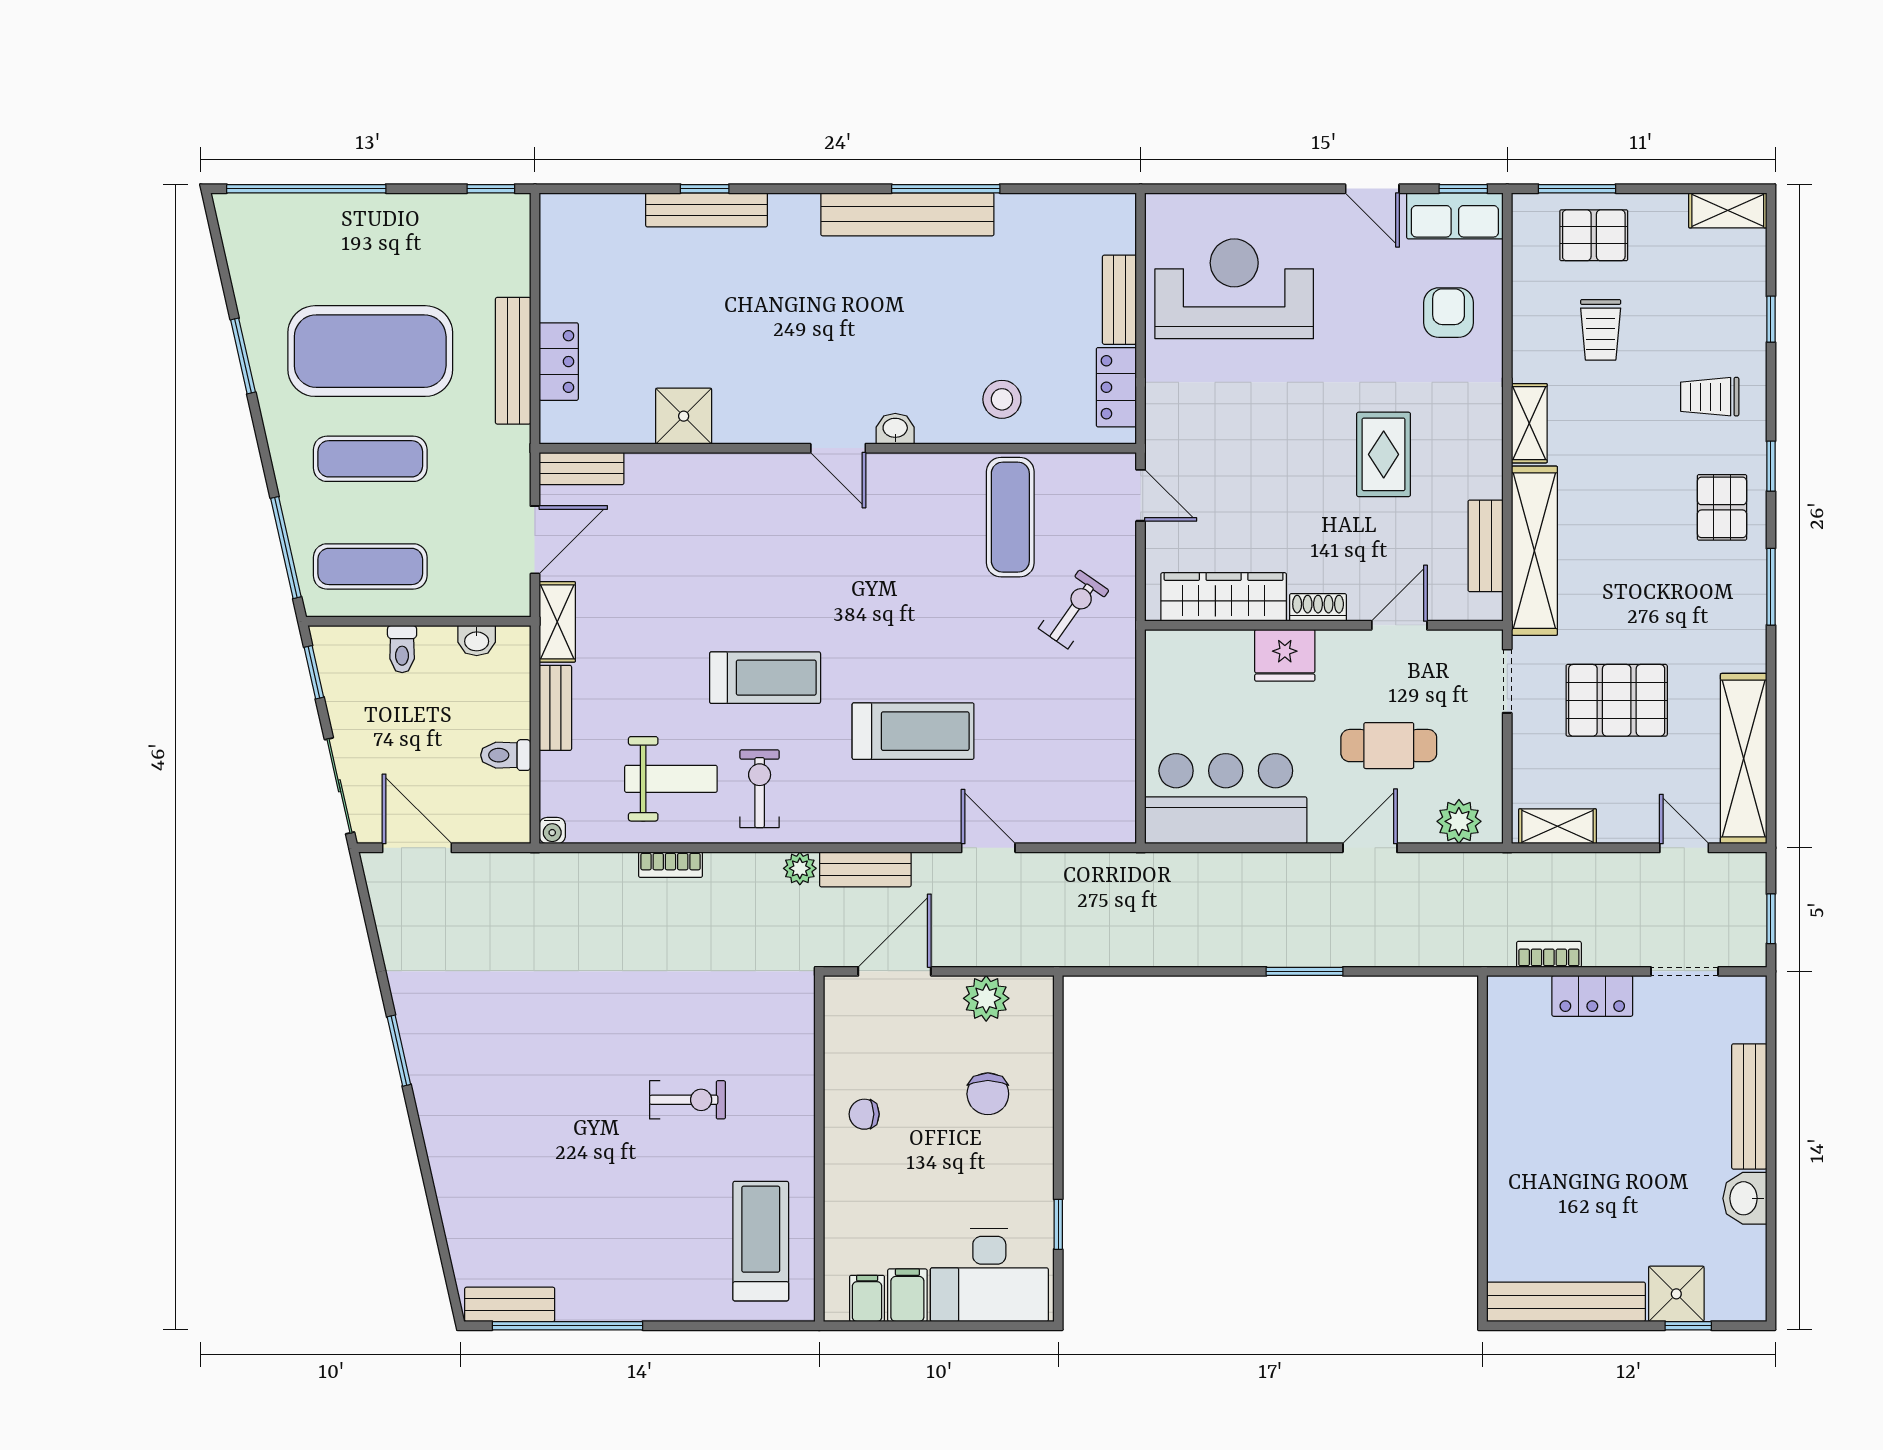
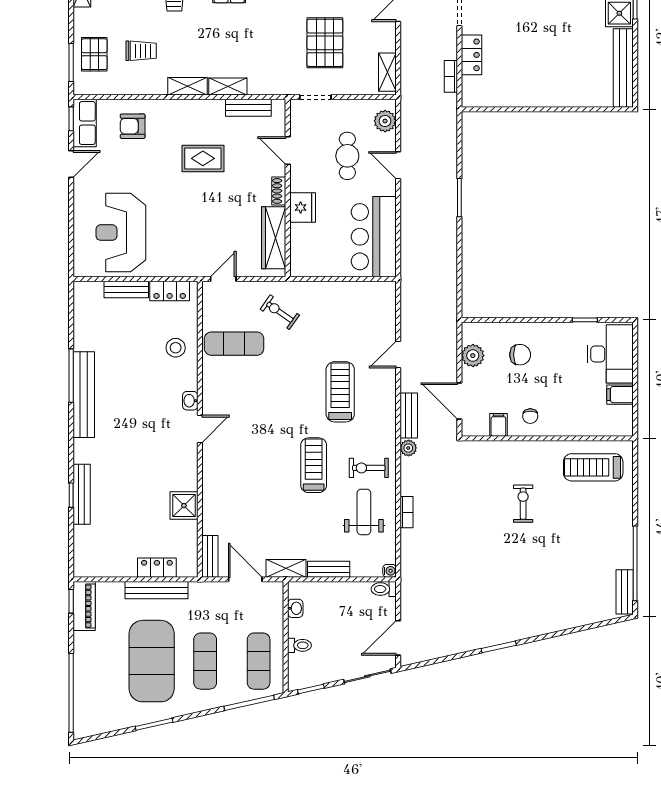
piano: (481, 215) -> (84, 606), added
shelving: (1534, 551) -> (228, 86), width x0.45, depth x0.75
toilet: (506, 755) -> (384, 589), moved, turned 90
filing cabinet: (867, 1298) -> (498, 425), moved, turned 90

